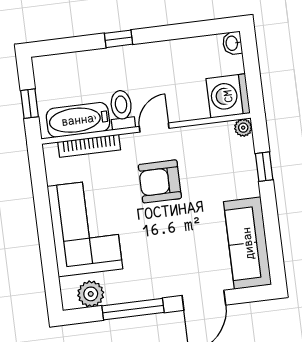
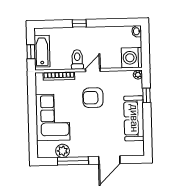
bathtub: (78, 120) -> (42, 51), moved, turned 90
sofa: (248, 243) -> (134, 118), moved
plant: (91, 294) -> (63, 151), moved

